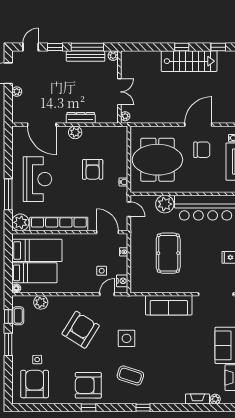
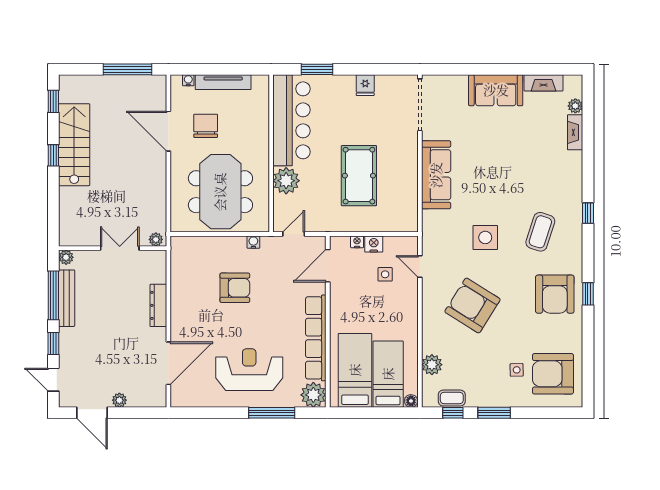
plant: (75, 132) -> (180, 314), removed
pool table: (168, 253) -> (359, 176), turned 90
nightstand: (122, 281) -> (374, 244), moved

